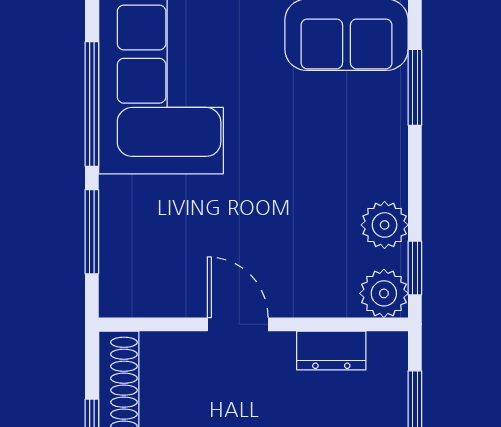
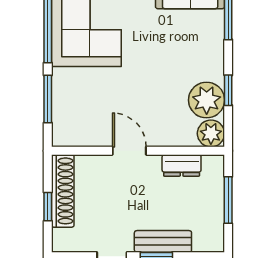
plant: (385, 225) -> (207, 100), width x1.36, depth x1.36
window: (415, 268) -> (228, 90), moved

